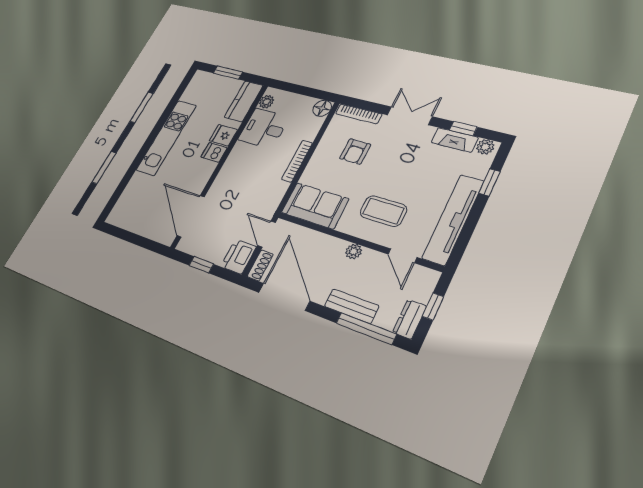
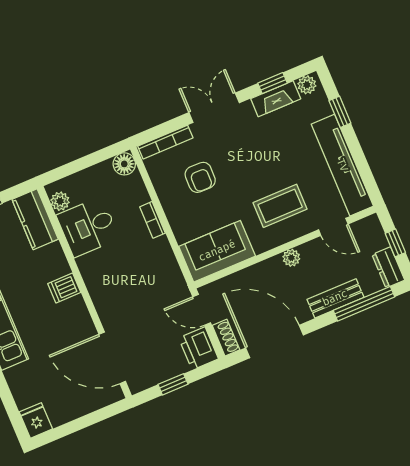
fridge: (223, 135) -> (36, 420), moved, turned 90
bookcase: (297, 161) -> (153, 220), width x0.64

